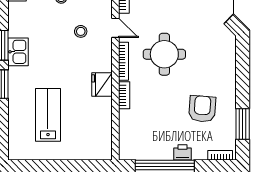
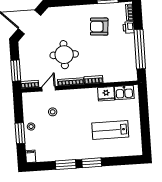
kitchen sink: (18, 52) -> (124, 93), moved, turned 180
fridge: (102, 84) -> (106, 94), moved
printer: (183, 152) -> (129, 27), moved

